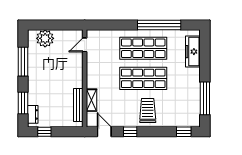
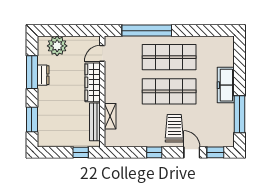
window: (159, 25) -> (147, 31), moved
freezer: (193, 52) -> (226, 85), moved
wardrobe: (76, 70) -> (93, 82), added
dresser: (33, 114) -> (43, 75), moved
window: (44, 132) -> (81, 152), moved
door: (104, 132) -> (192, 152), moved

